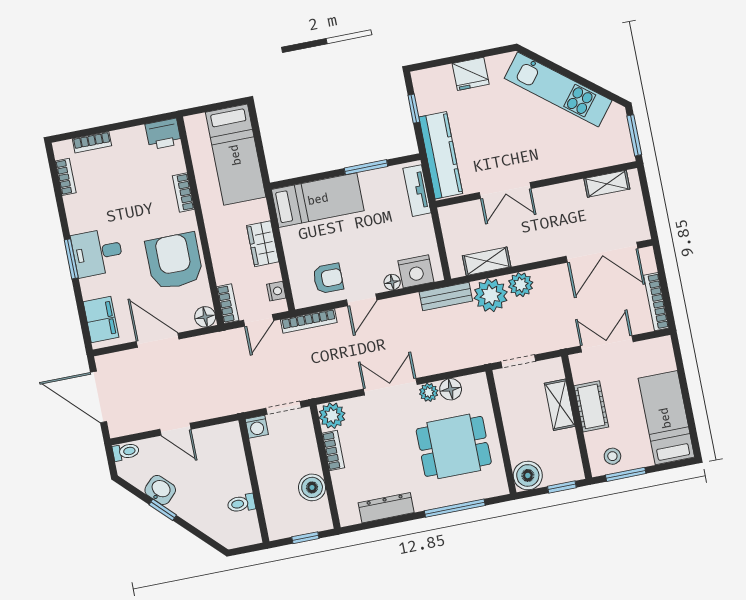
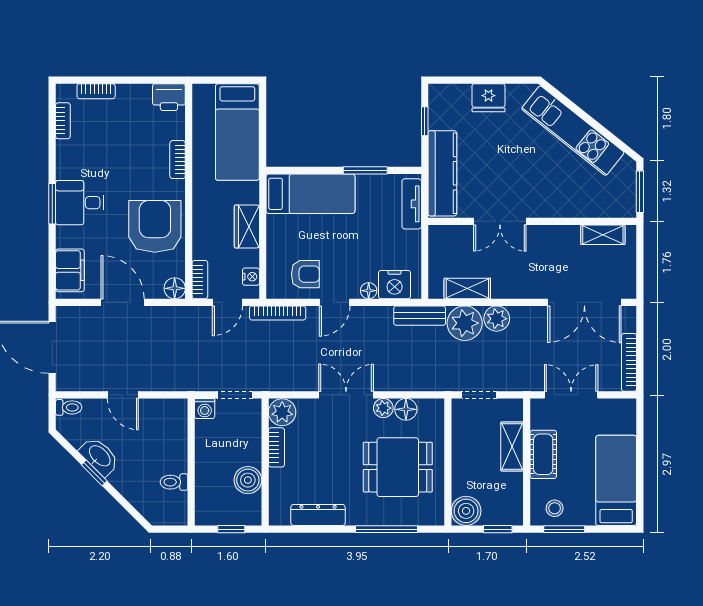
washbasin: (160, 490) -> (99, 456), width x1.38

